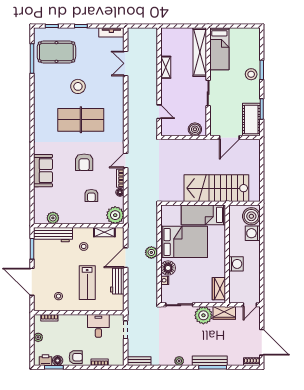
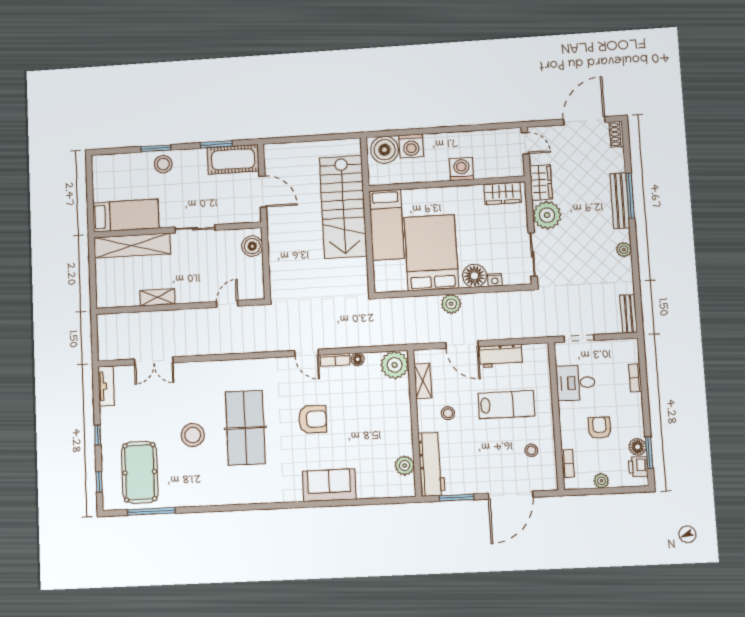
armchair: (91, 196) -> (365, 405), removed
armchair: (76, 357) -> (600, 428), moved

